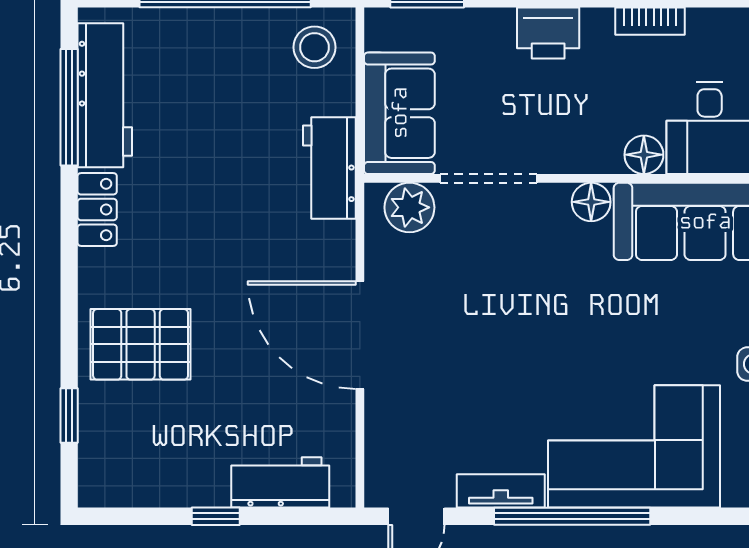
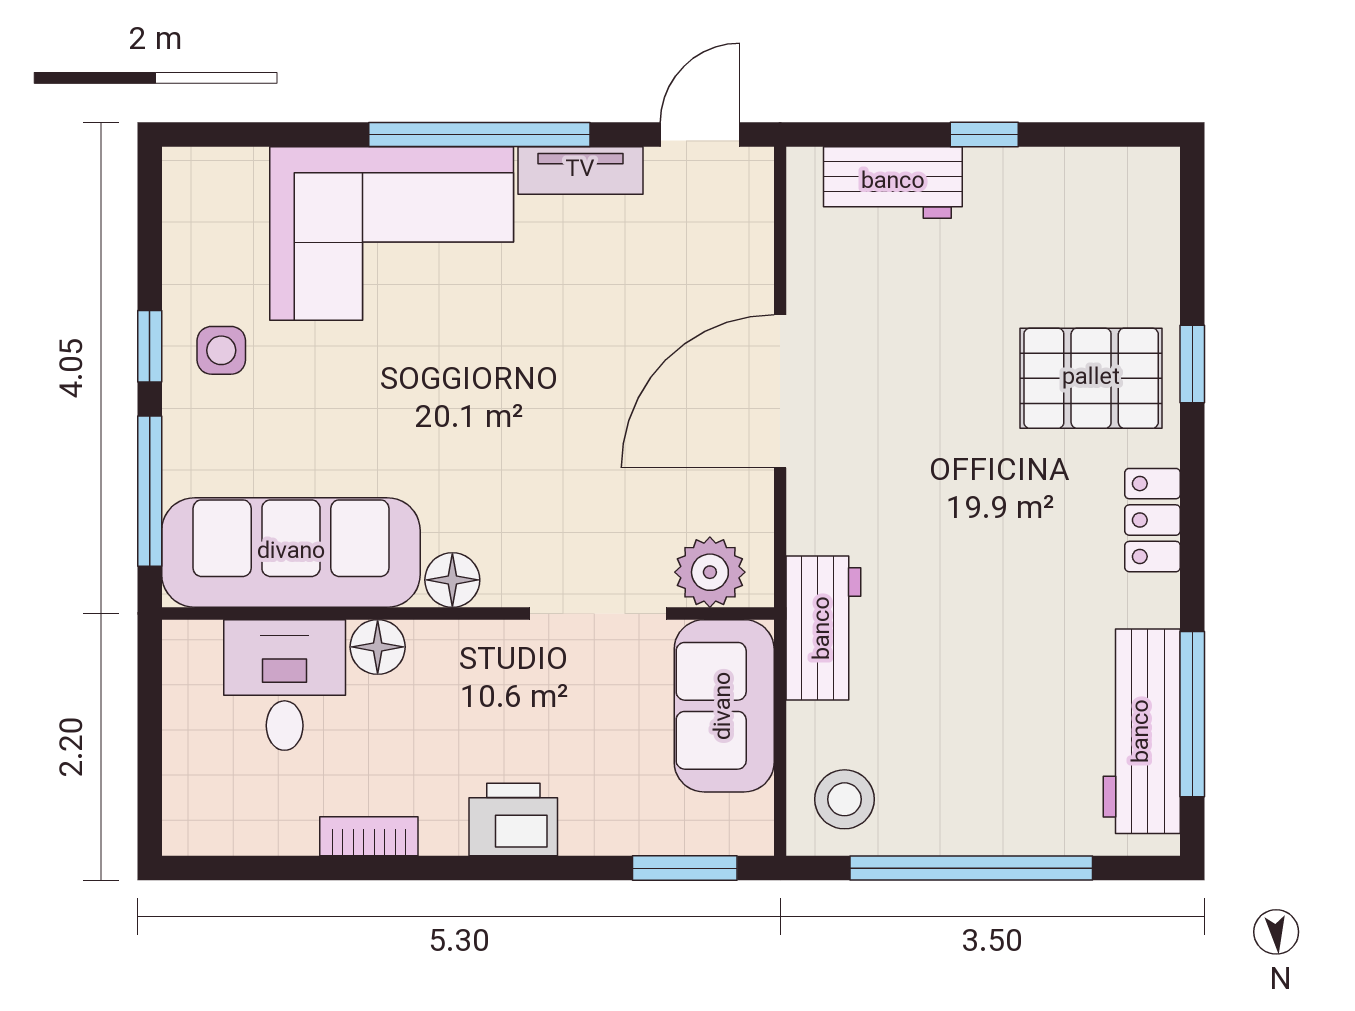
locker: (97, 209) -> (1153, 520), moved
door: (360, 335) -> (780, 391), swing flipped
window: (69, 415) -> (1192, 364), moved

